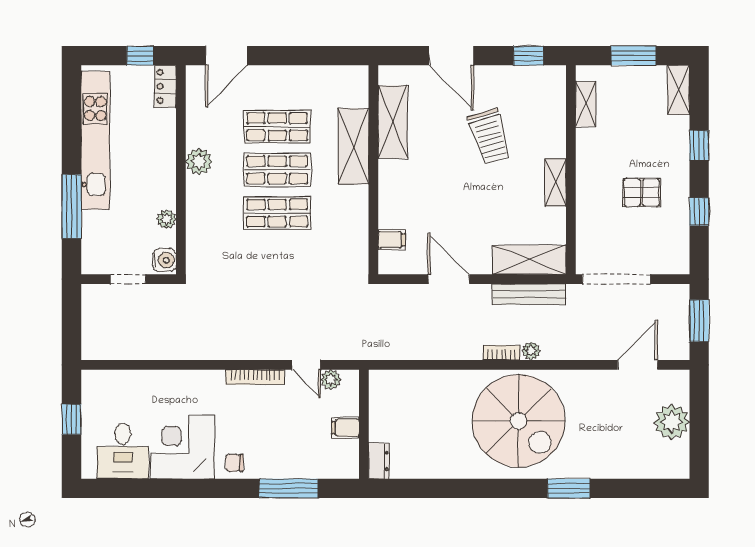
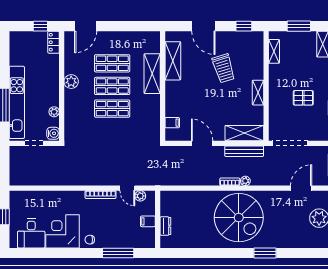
kitchen unit: (95, 140) -> (17, 102), moved
dresser: (379, 461) -> (165, 226), moved

